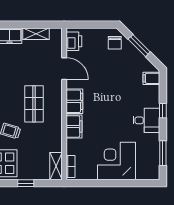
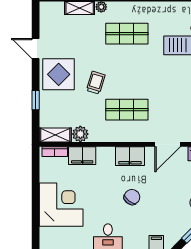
chair: (110, 100) -> (132, 197), added
filing cabinet: (74, 126) -> (82, 156), moved
plant: (55, 144) -> (80, 134), added

